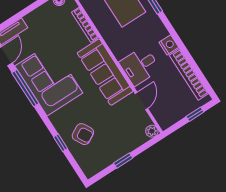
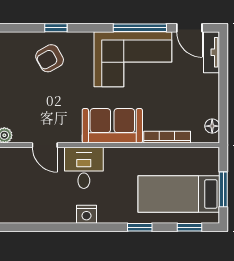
sofa: (105, 72) -> (112, 126), width x0.73
bookcase: (189, 74) -> (40, 215), removed

